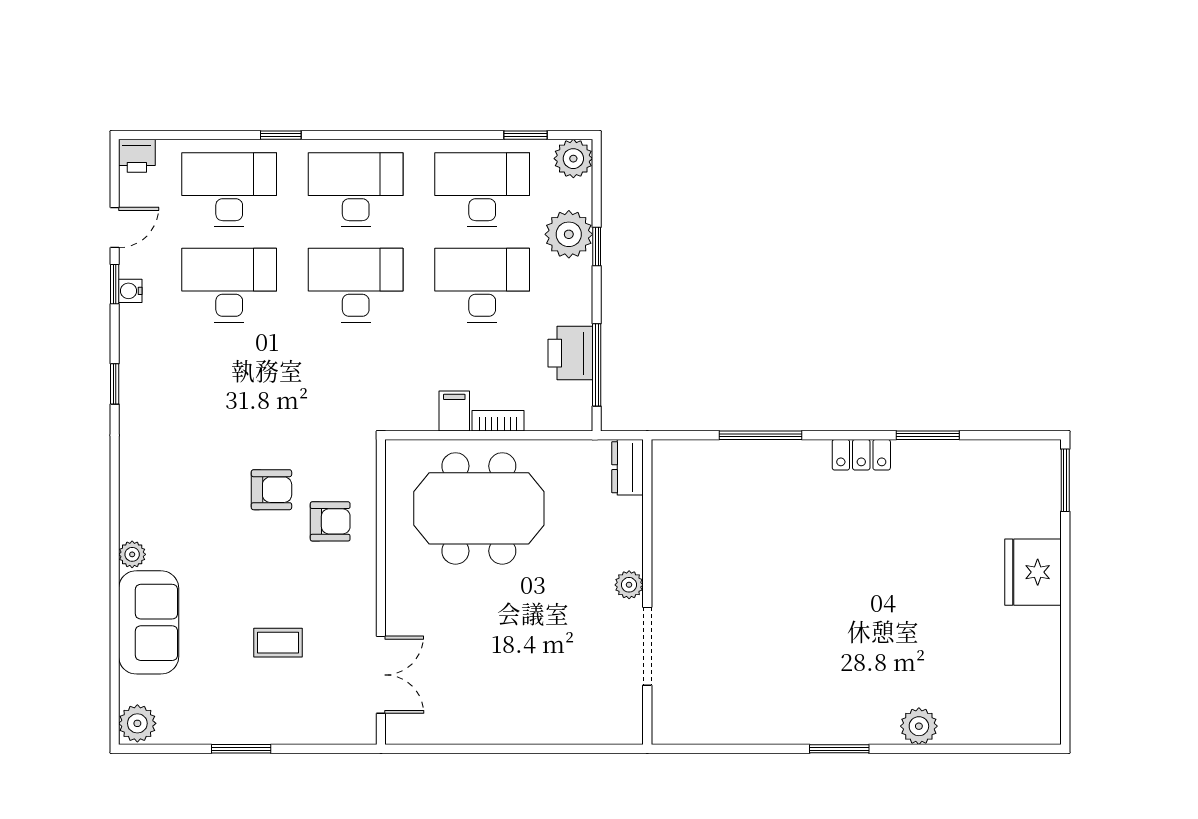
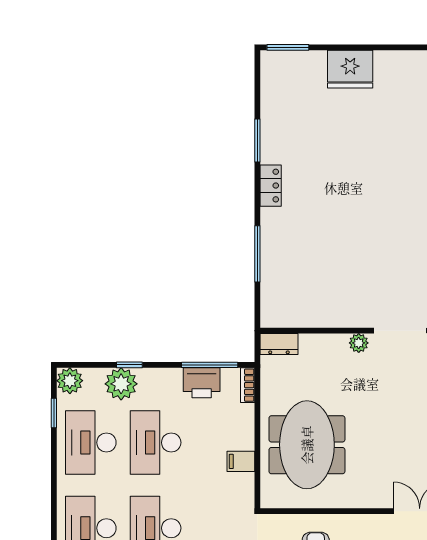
bookcase: (498, 421) -> (248, 385), moved

